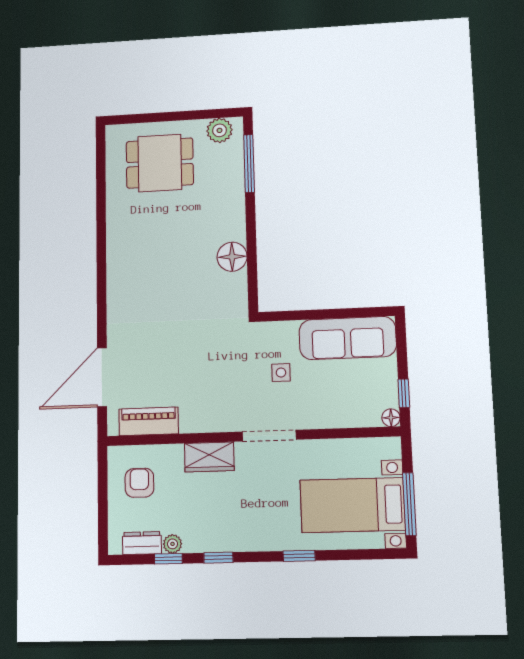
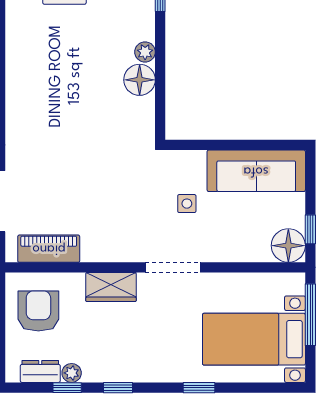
plant: (237, 231) -> (145, 52), added
floor lamp: (391, 418) -> (288, 246), width x1.89, depth x1.89
armchair: (139, 483) -> (38, 311), width x1.38, depth x1.38
window: (409, 504) -> (310, 315), moved

